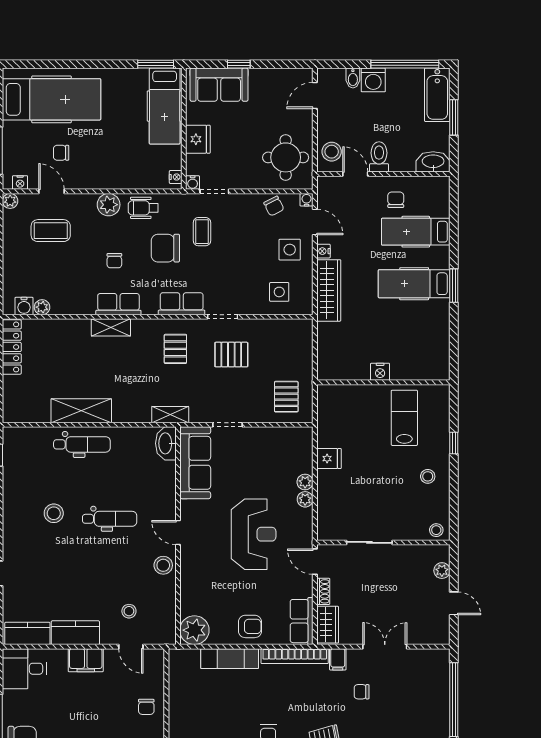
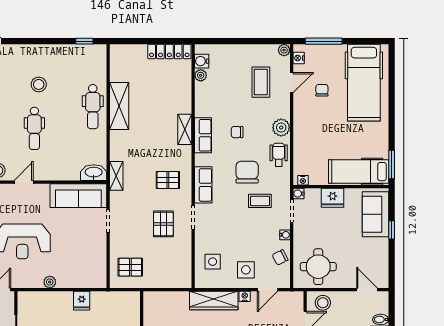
water cooler: (307, 200) -> (285, 235), moved
plant: (305, 482) -> (63, 282), removed

